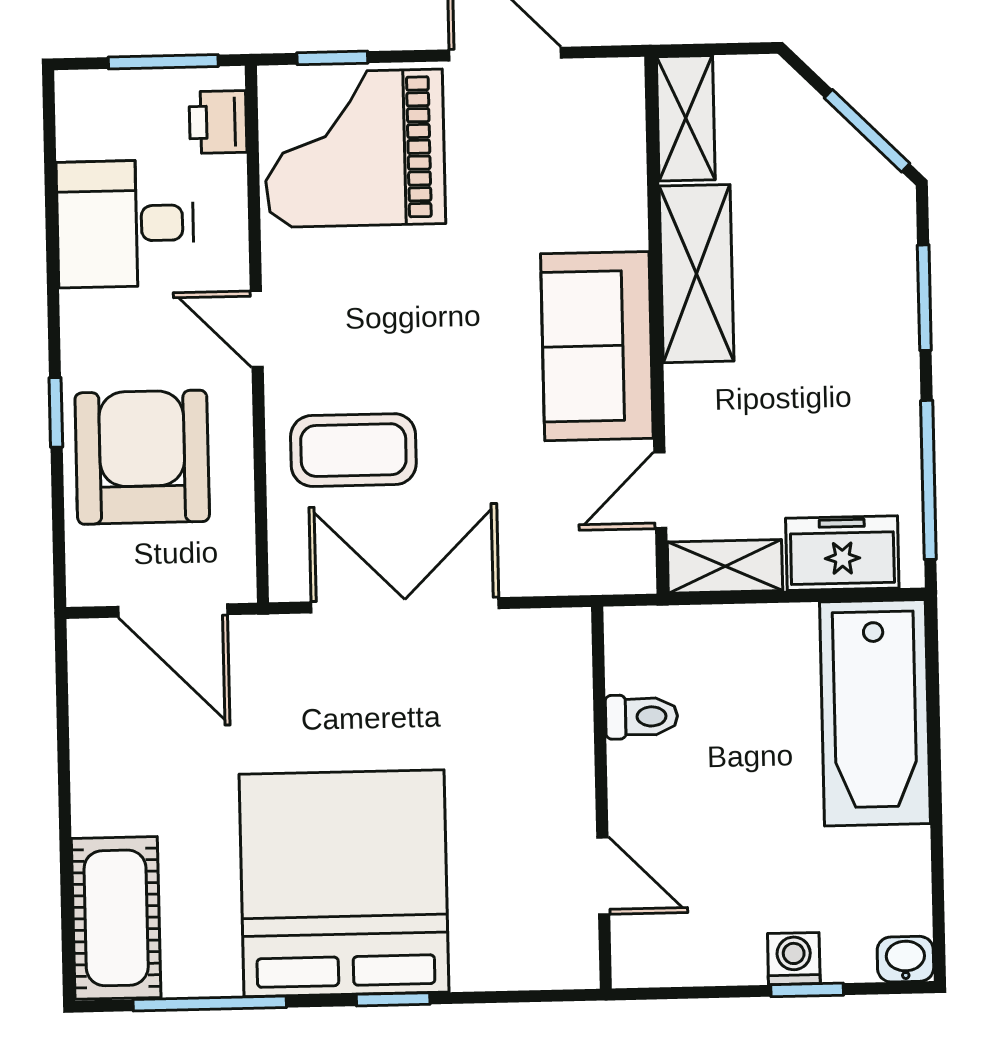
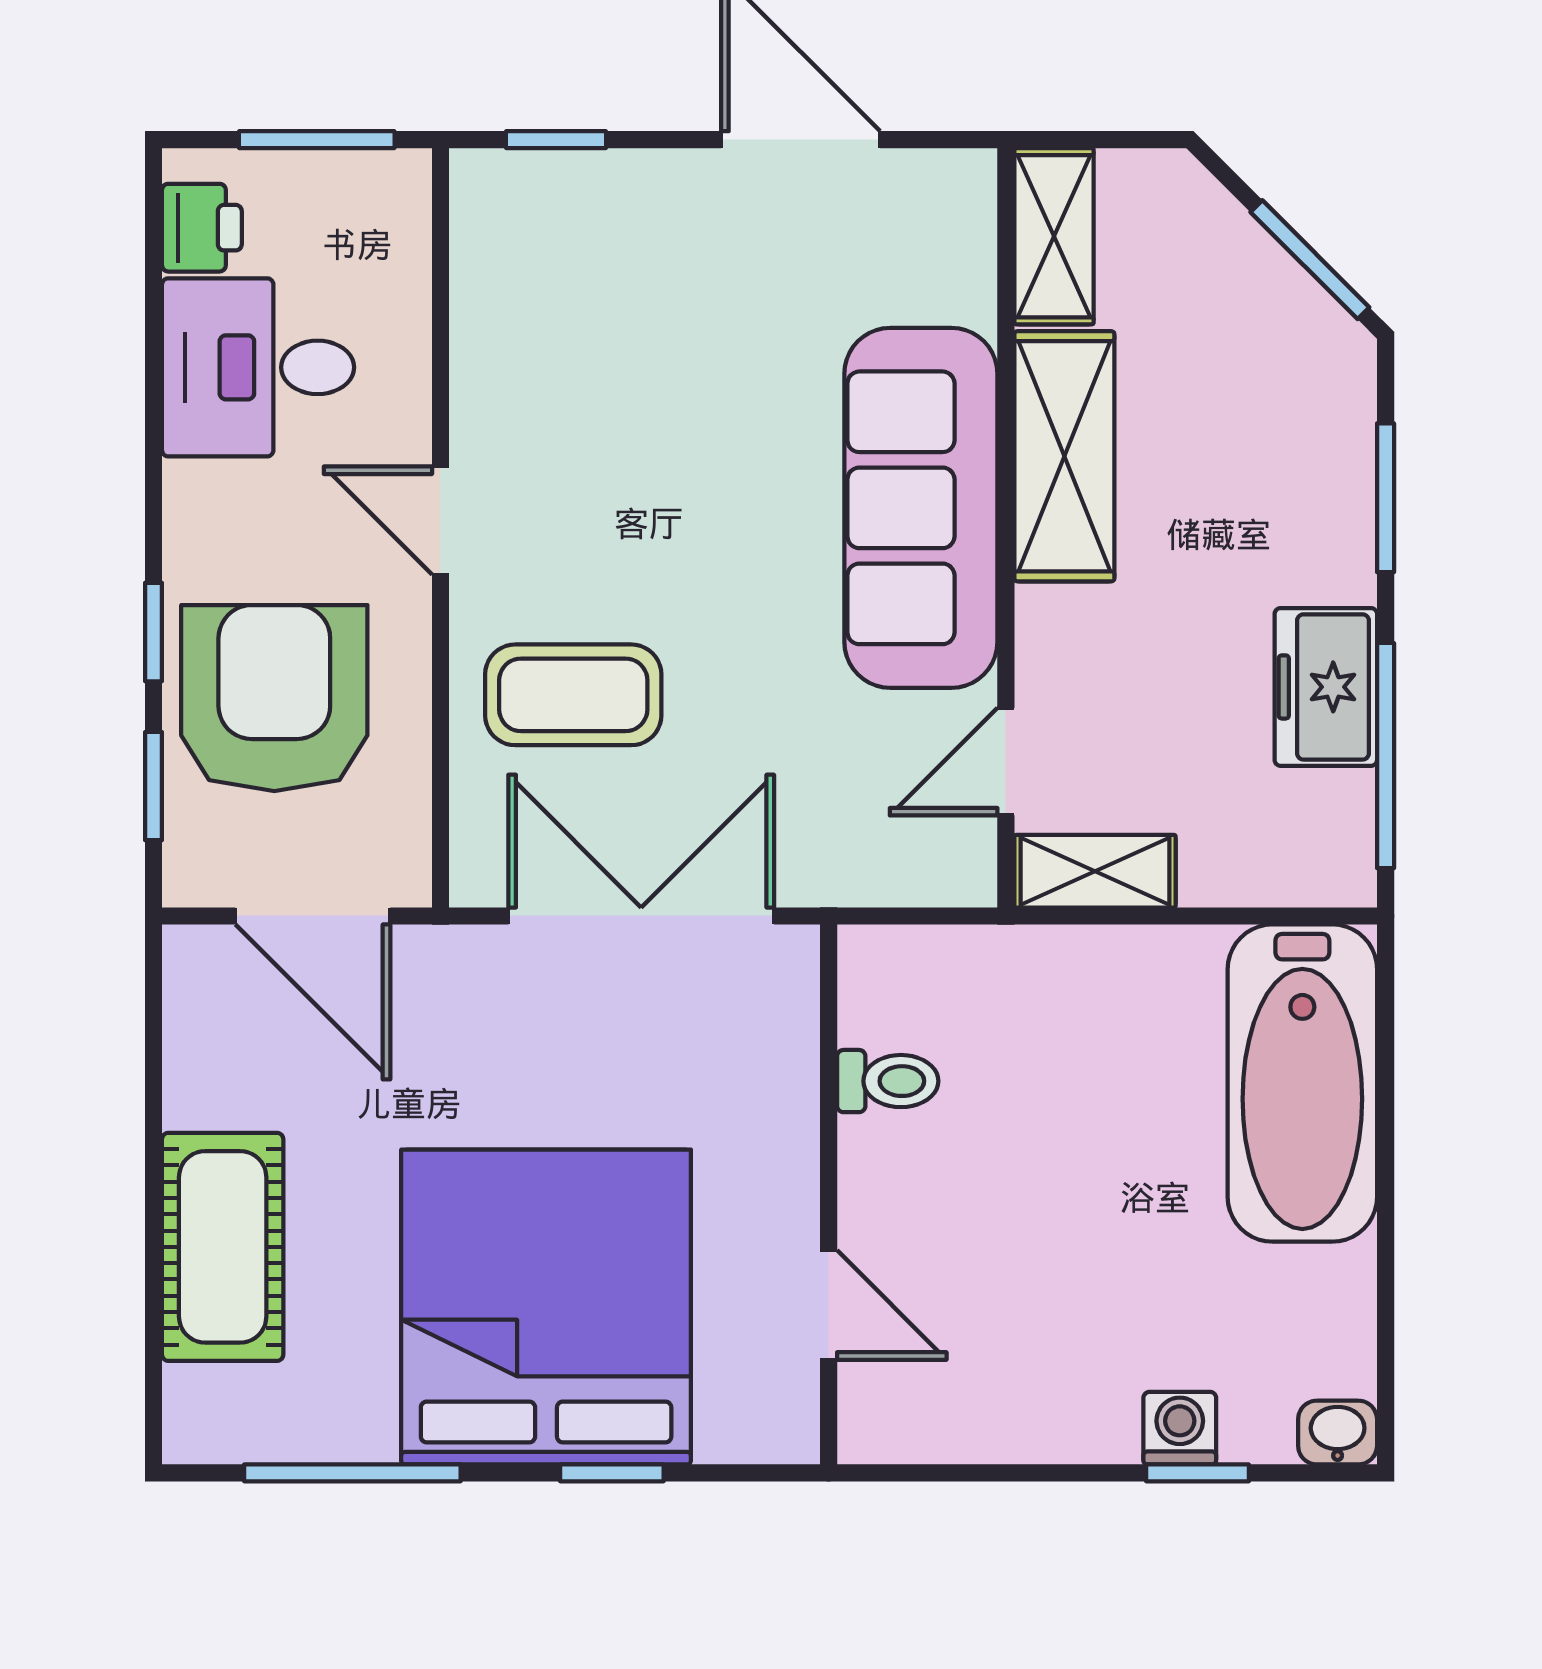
printer: (218, 122) -> (202, 228), moved, turned 180
grand piano: (355, 148) -> (585, 268), removed
sofa: (597, 346) -> (921, 508), width x1.36
window: (58, 521) -> (154, 786), added
freezer: (842, 553) -> (1326, 687), moved, turned -90
toilet: (641, 717) -> (888, 1081), moved
wall: (602, 798) -> (829, 1194), moved
door: (603, 876) -> (829, 1305), moved
cot: (116, 918) -> (223, 1247), moved

